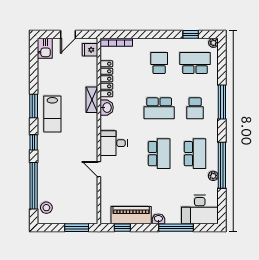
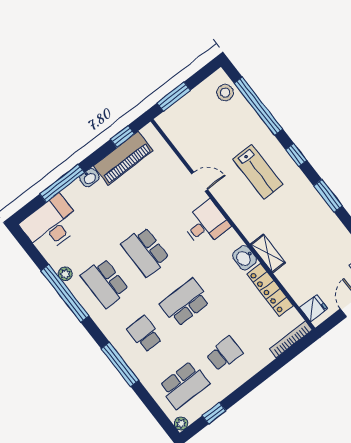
school desk: (159, 63) -> (224, 354), turned -90
lab bench: (52, 114) -> (258, 172), moved, turned 180

